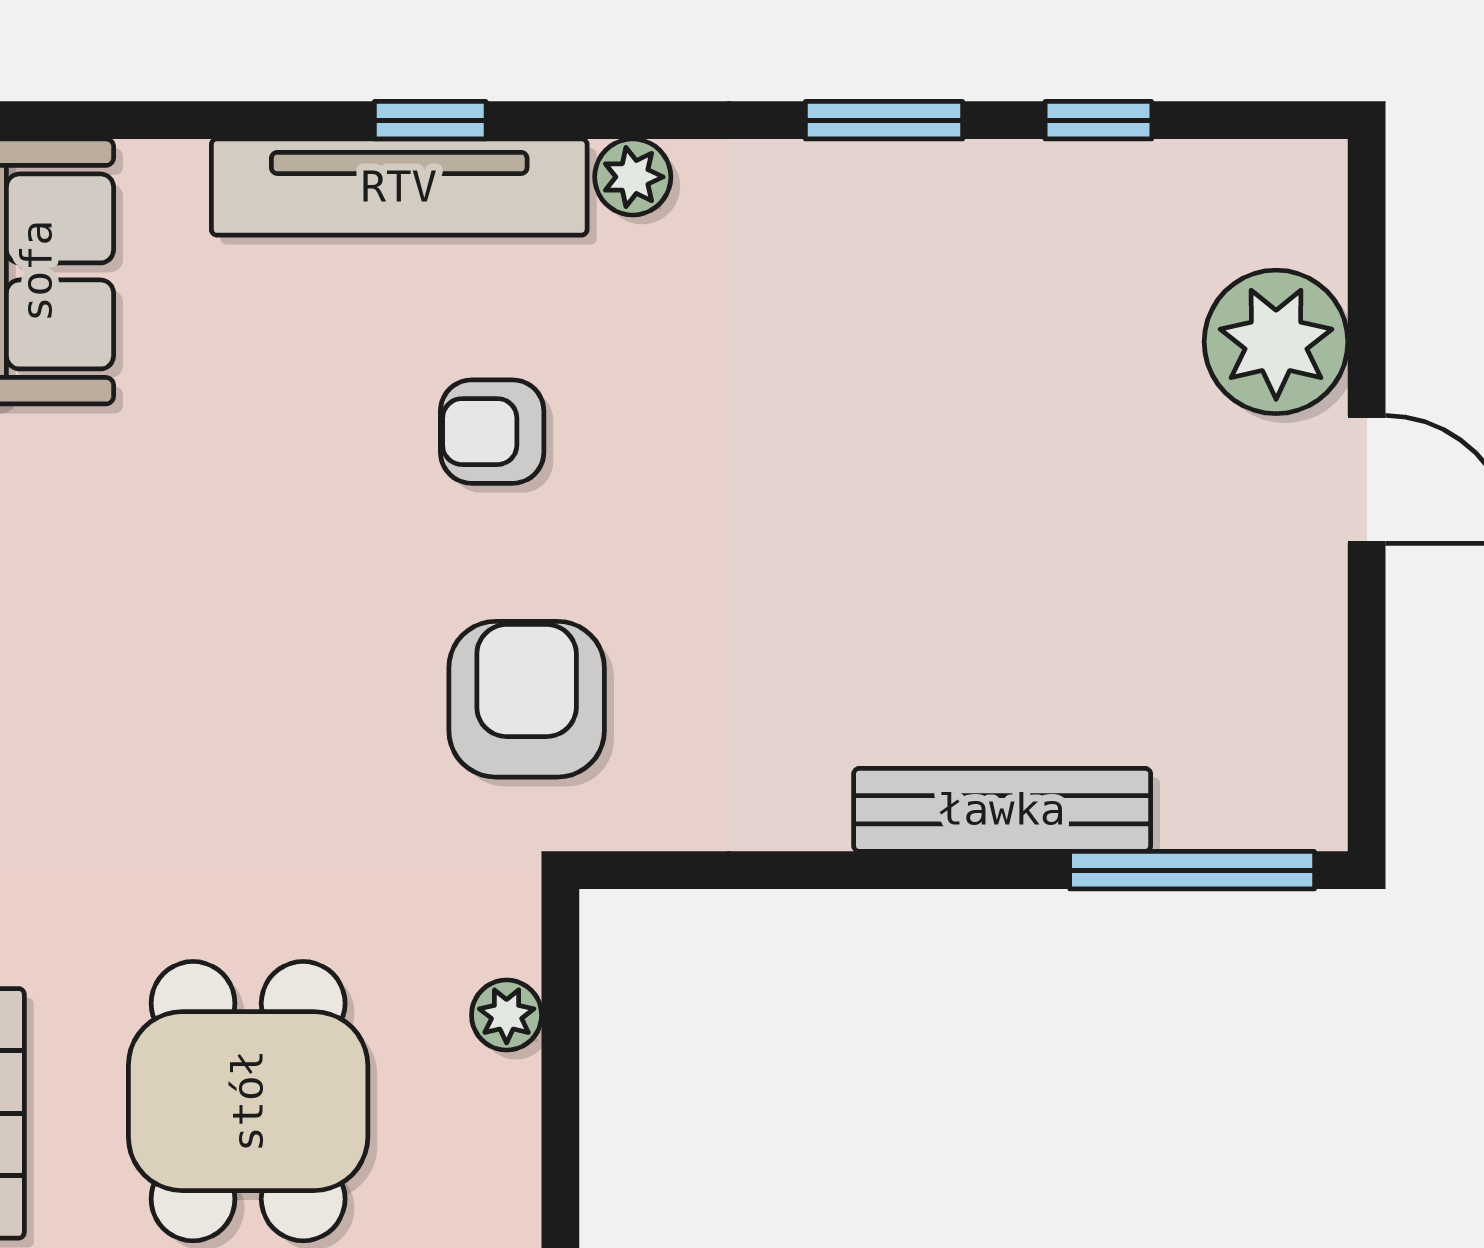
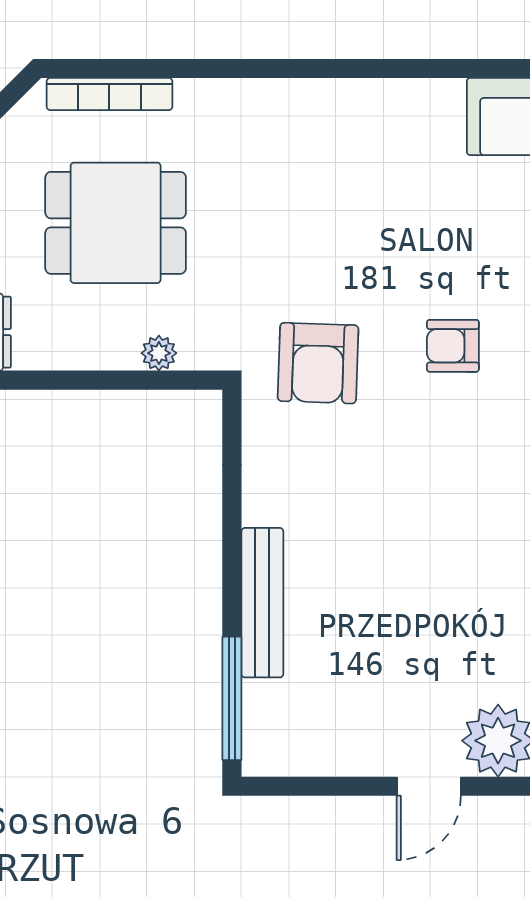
armchair: (492, 432) -> (453, 346), turned -90
armchair: (527, 699) -> (318, 363), turned 92

